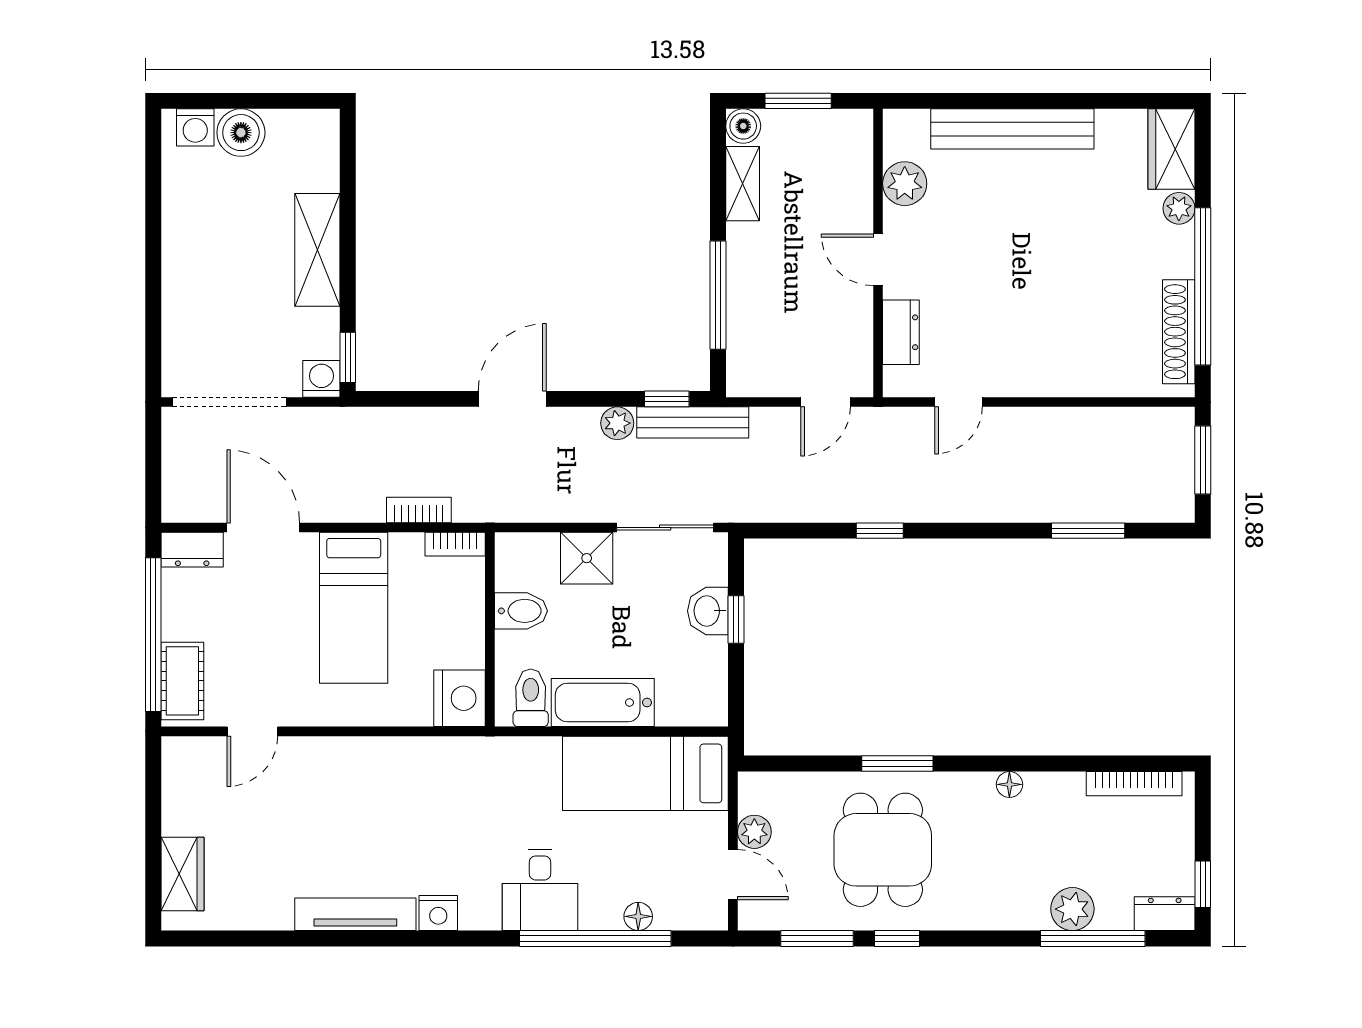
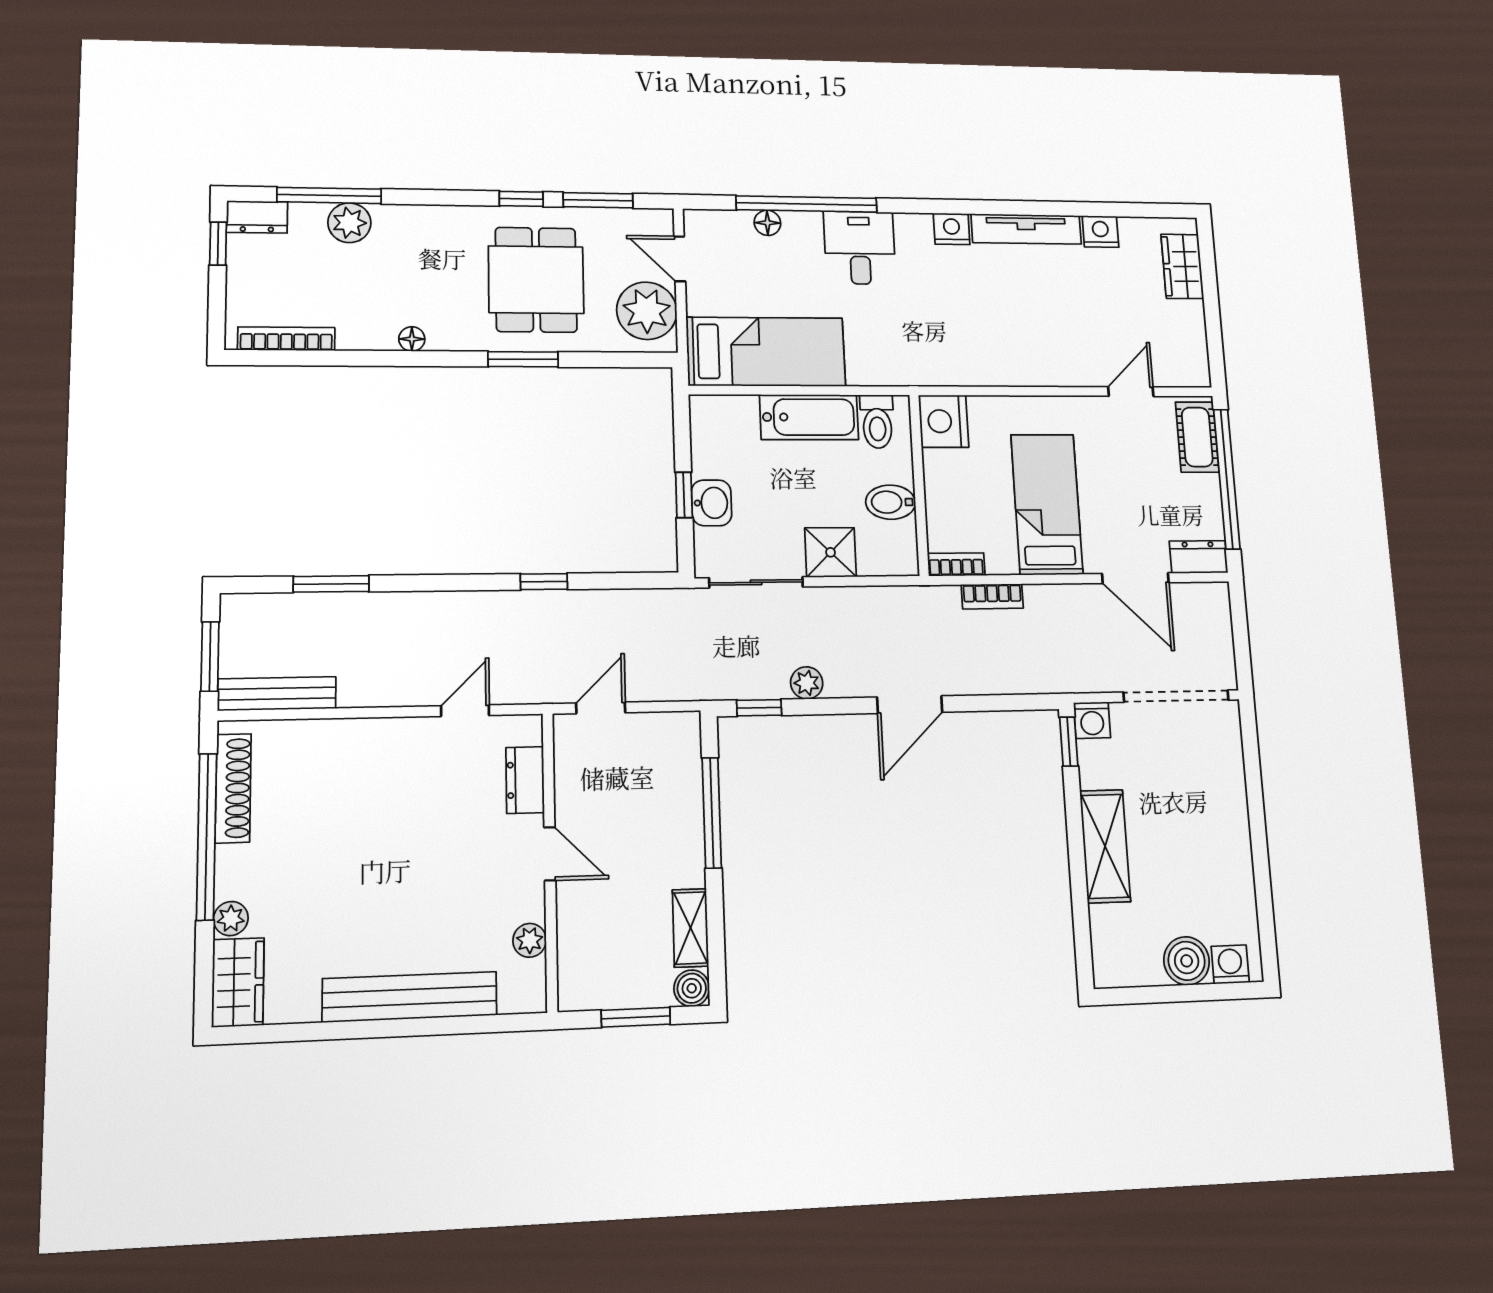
plant: (905, 184) -> (530, 940), width x0.73, depth x0.73
bench: (693, 422) -> (277, 694), moved
plant: (754, 832) -> (647, 311), width x1.87, depth x1.87
nightstand: (272, 913) -> (1100, 232), added

